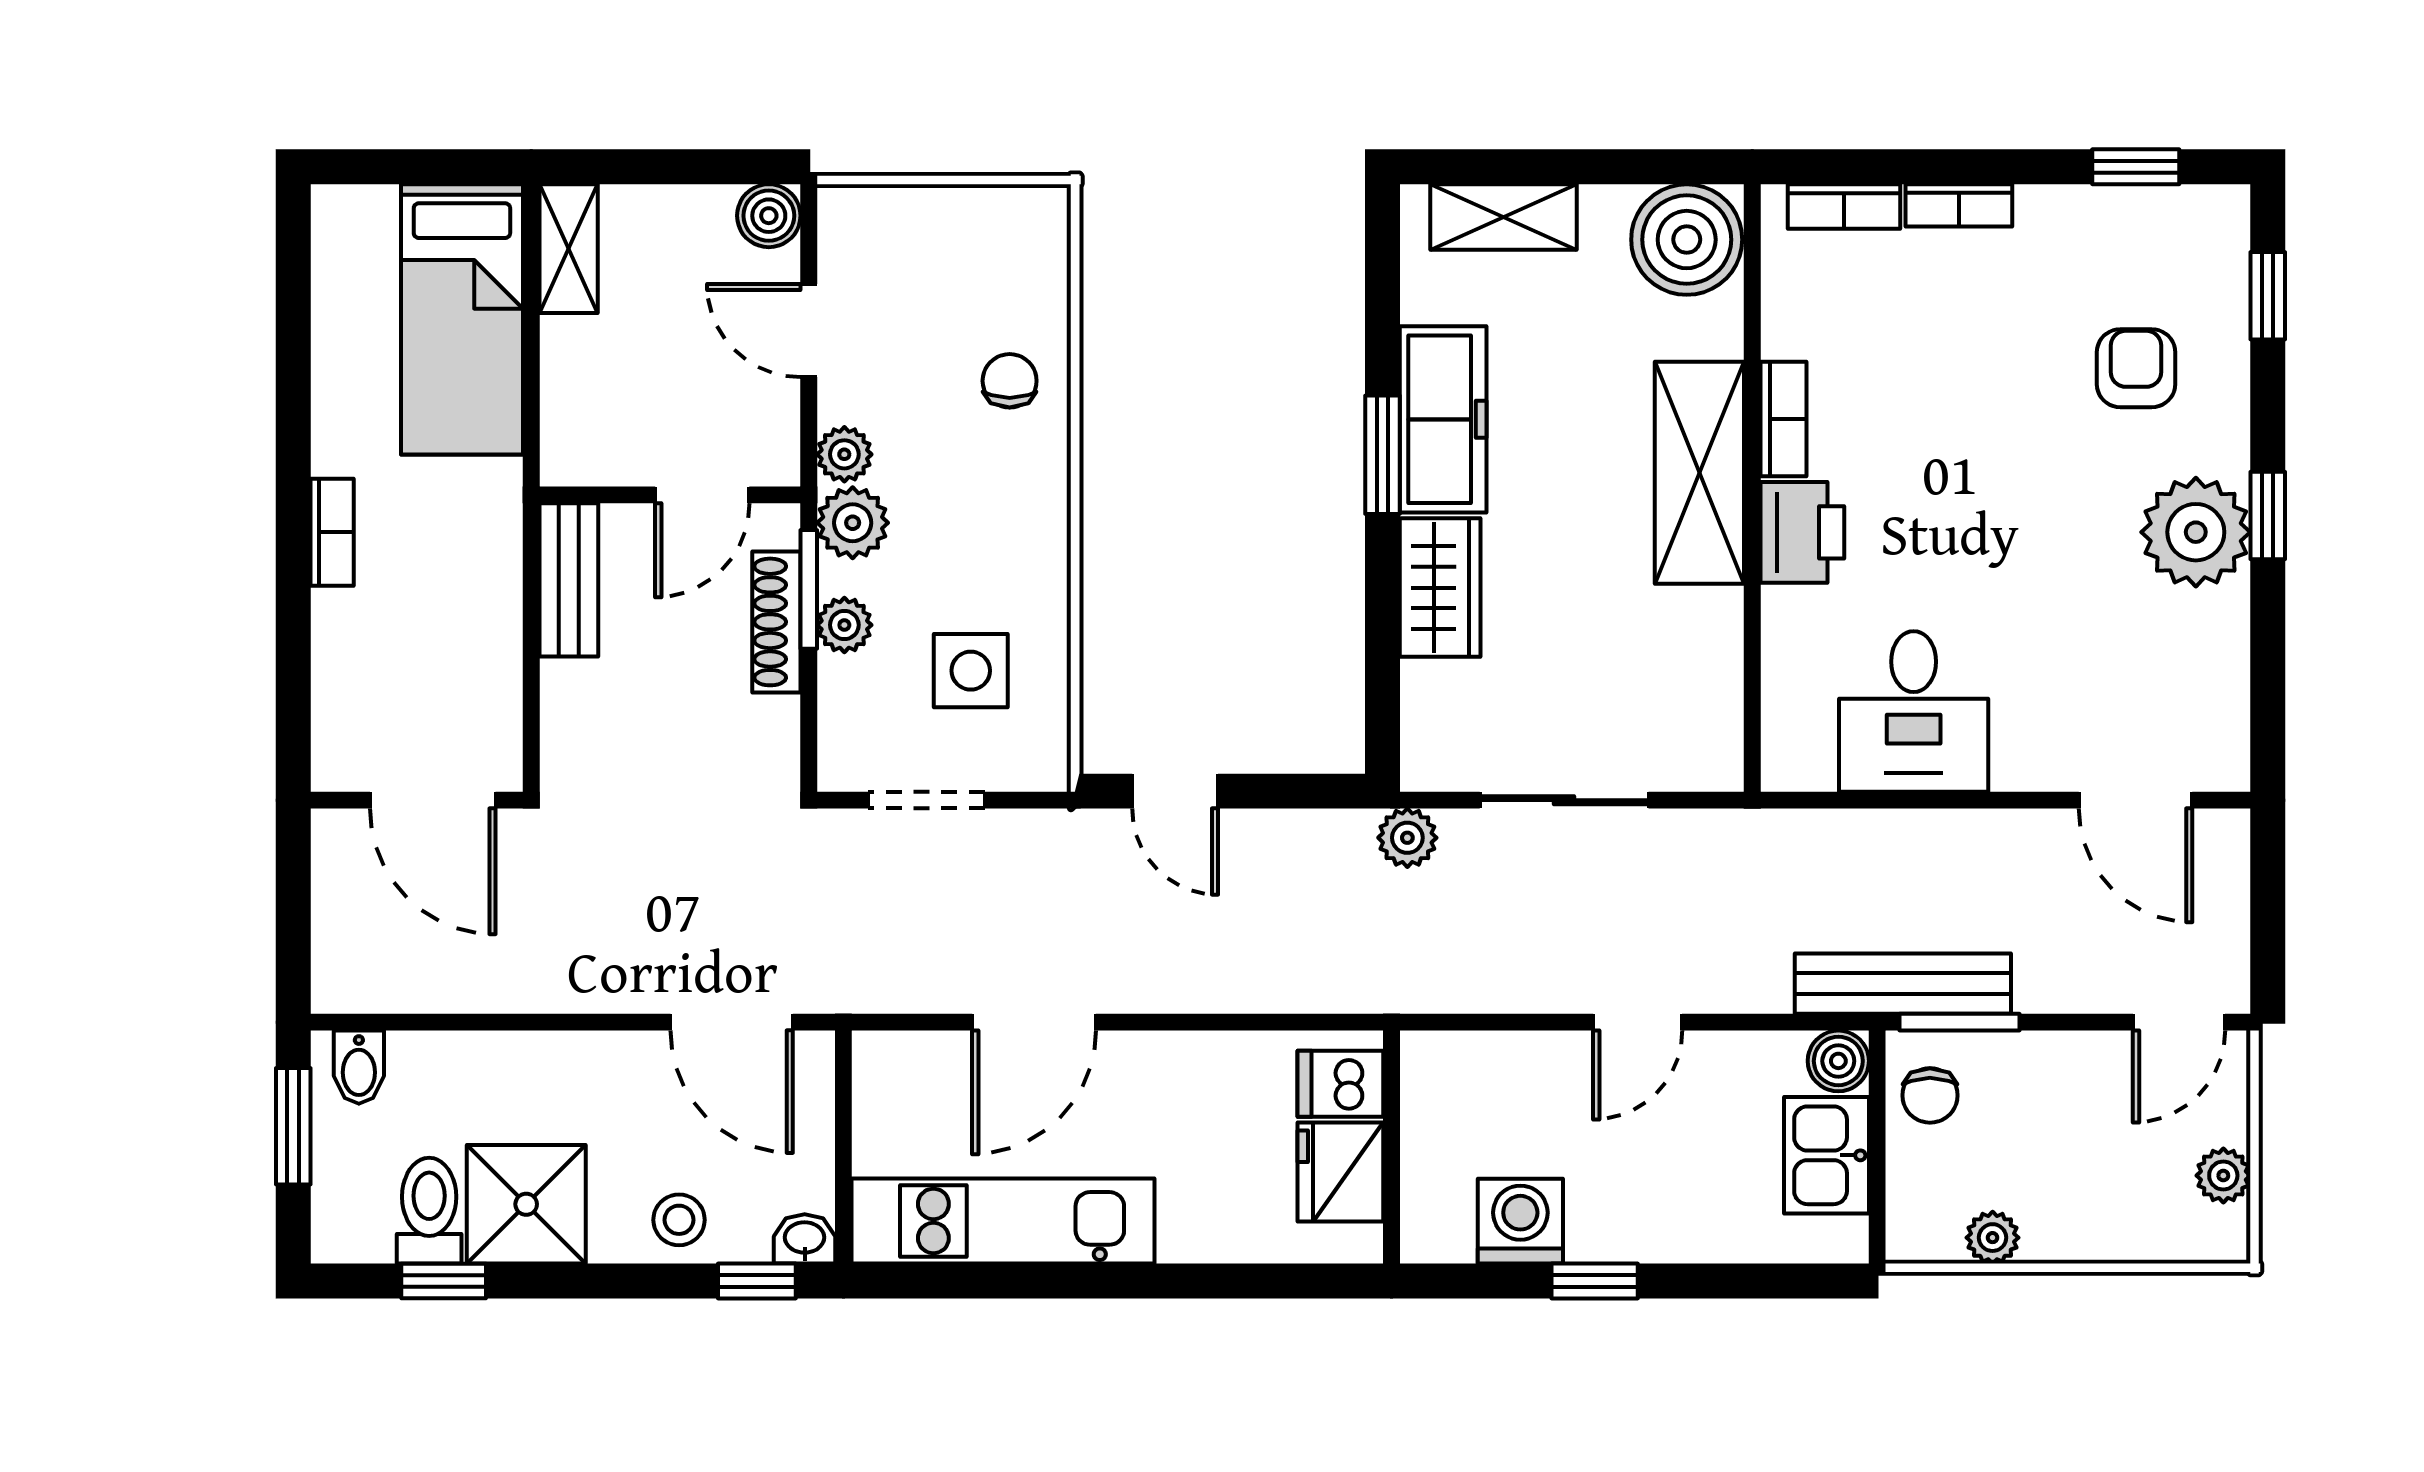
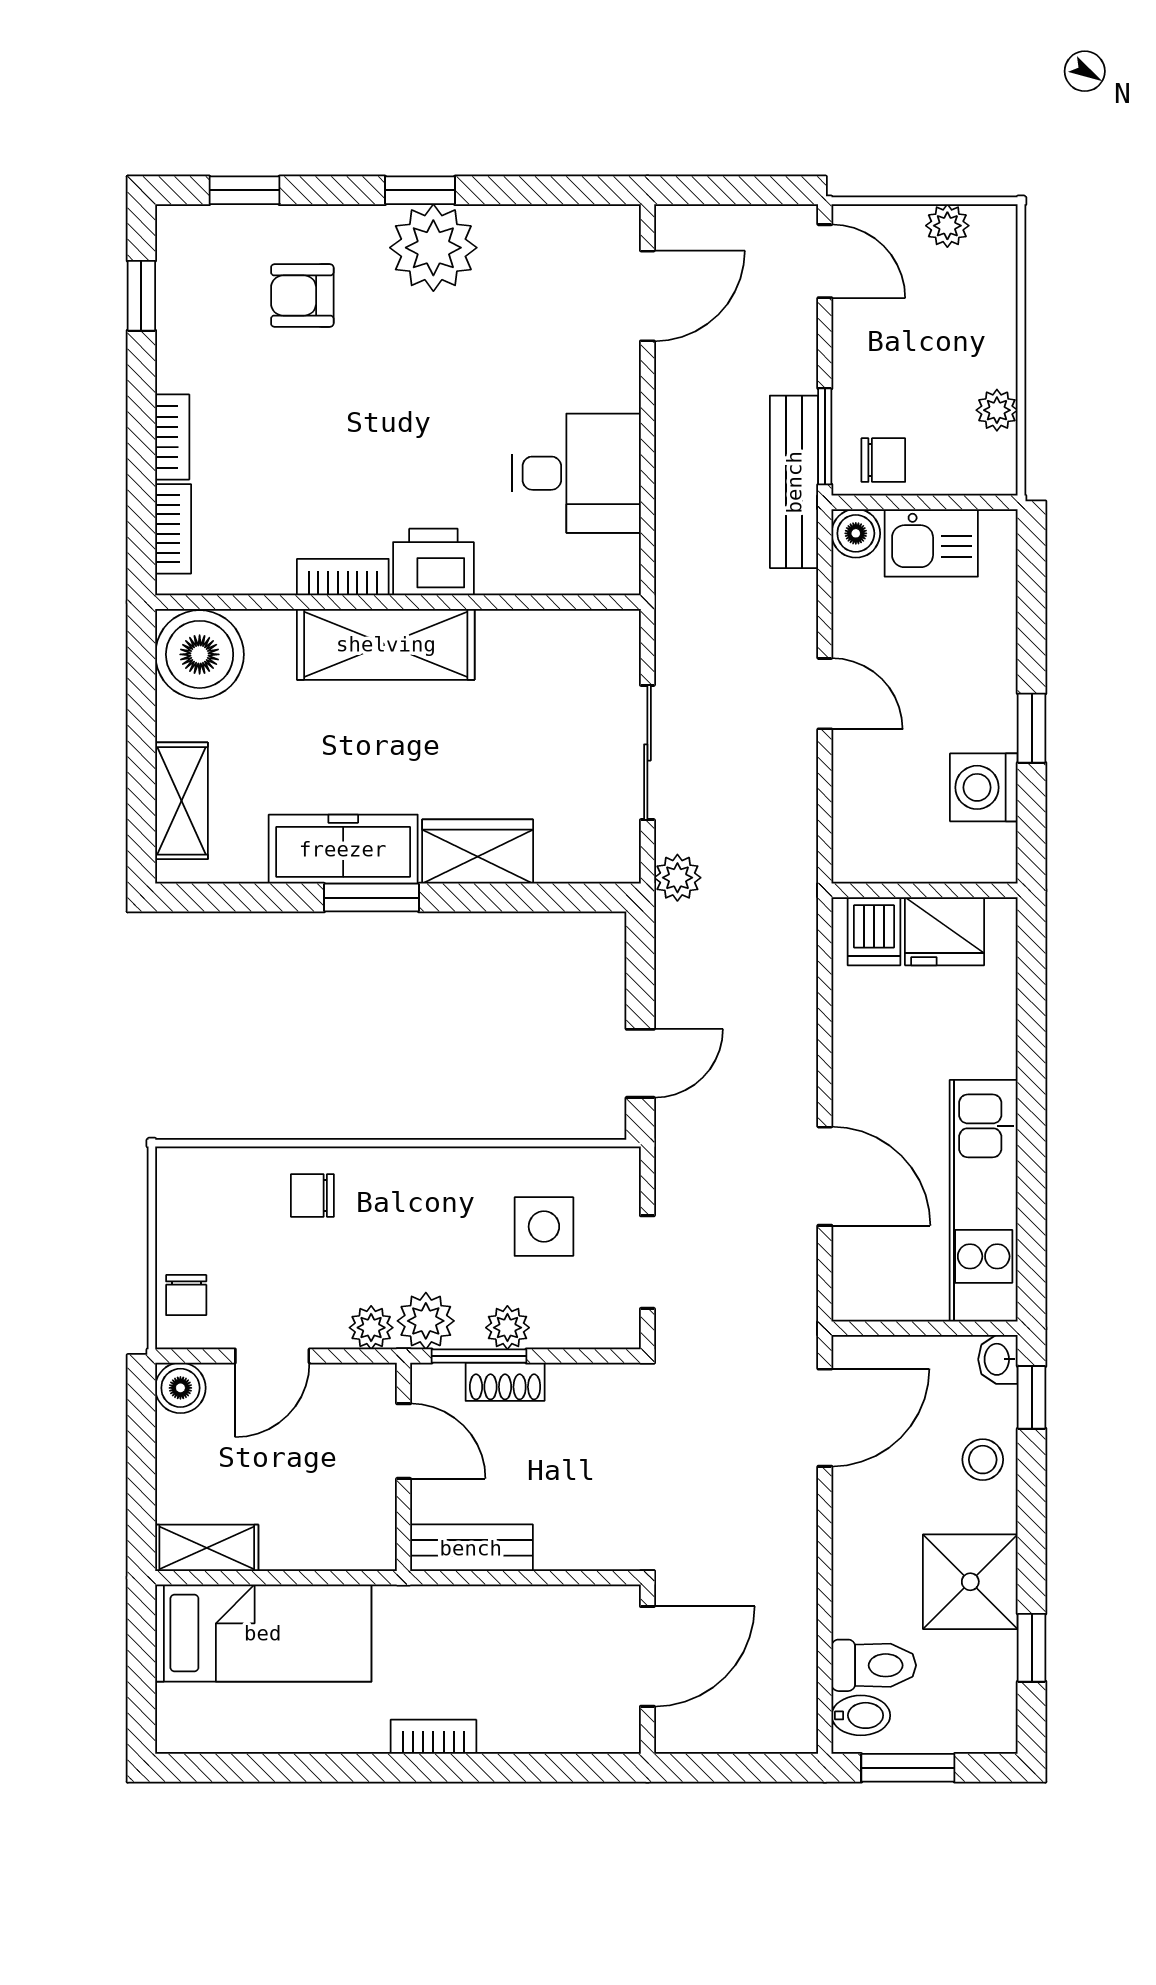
chair: (885, 223) -> (186, 1295), added
shoe rack: (776, 622) -> (505, 1382), width x0.70
toilet: (429, 1211) -> (874, 1665), moved, turned 180

